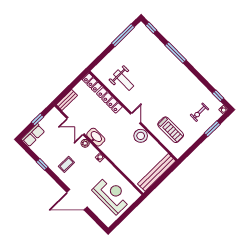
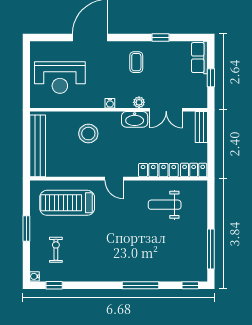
double door: (75, 126) -> (166, 110), swing flipped
window: (212, 129) -> (26, 229), moved
treadmill: (171, 130) -> (67, 203), width x1.37, depth x1.38
stool: (141, 136) -> (88, 134), moved

